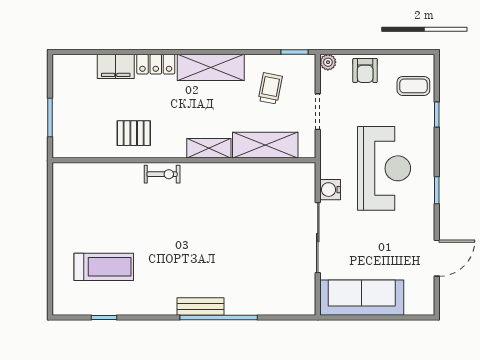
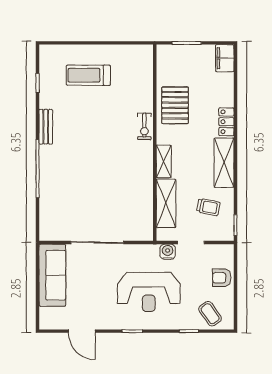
plant: (328, 62) -> (228, 250), removed
filing cabinet: (116, 66) -> (225, 58), moved
coffee table: (413, 86) -> (210, 314), turned -35
pallet: (134, 133) -> (175, 105), width x1.50, depth x1.42
water cooler: (330, 190) -> (168, 252), moved
treadmill: (104, 267) -> (88, 75), moved, turned 90
bench: (201, 307) -> (46, 127), moved

